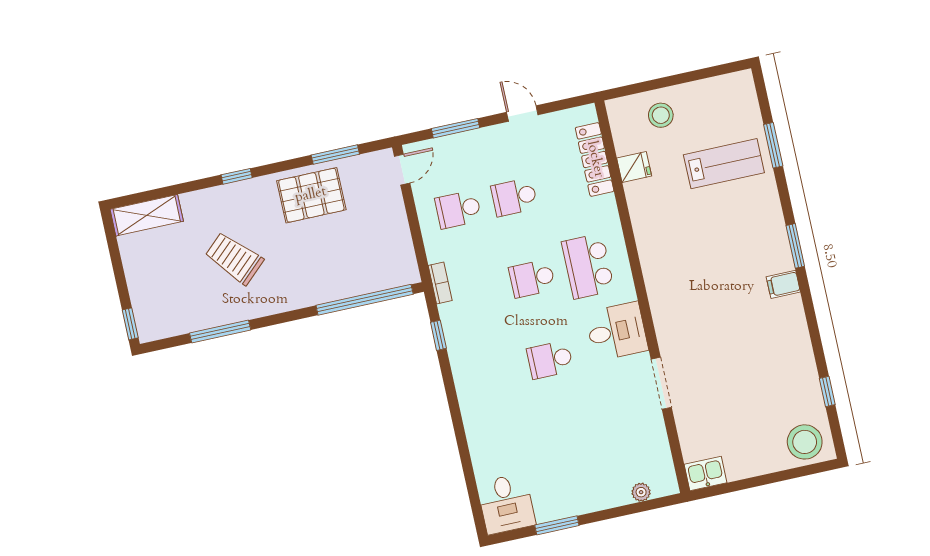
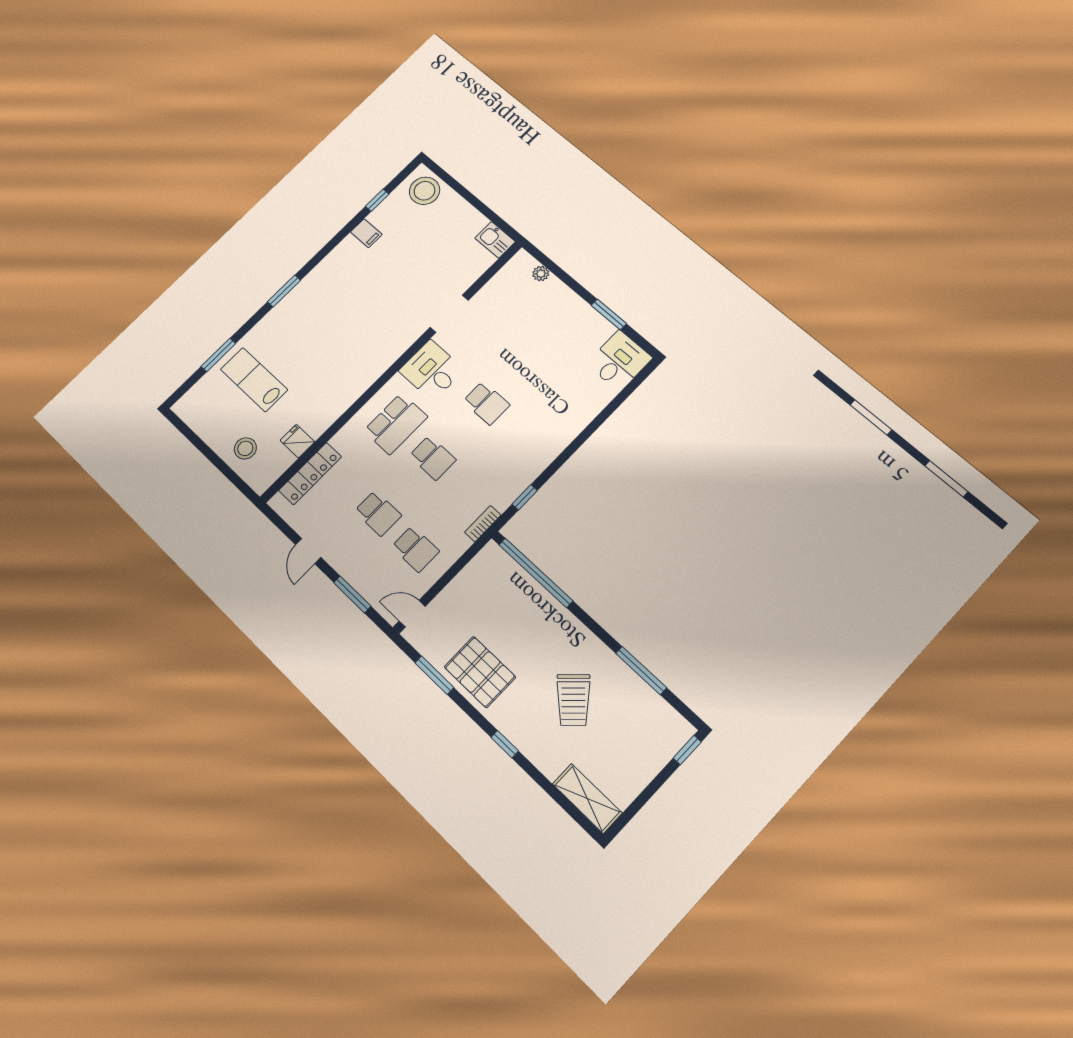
filing cabinet: (783, 284) -> (366, 233), moved

